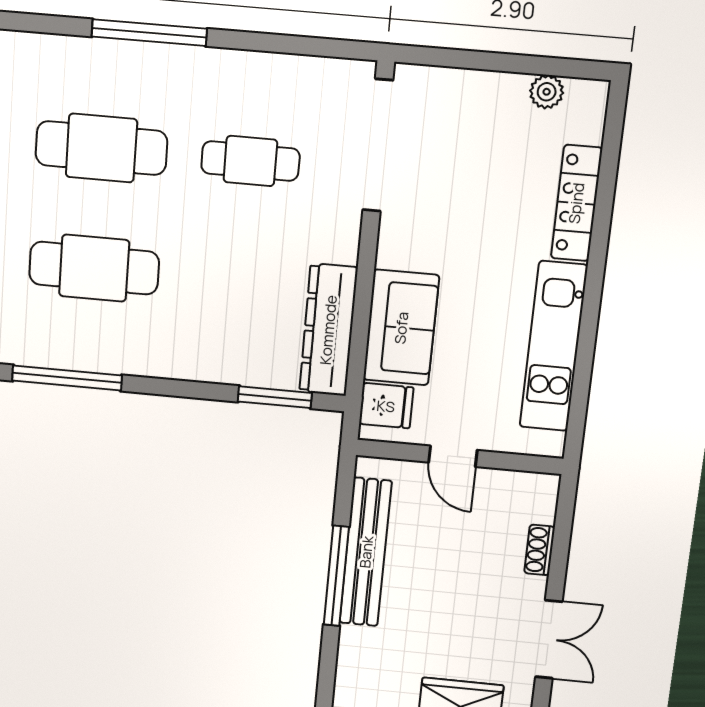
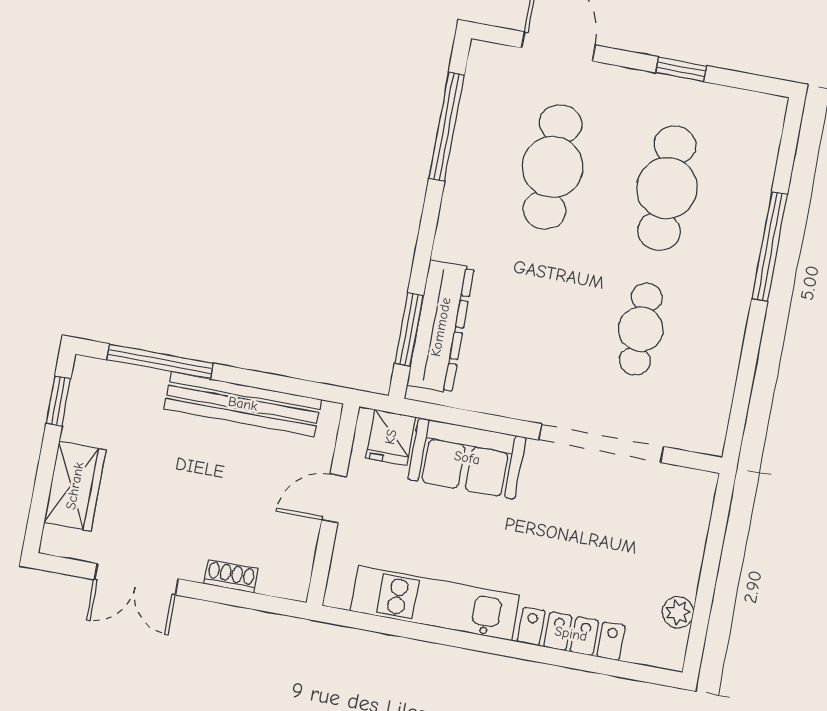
doorway: (378, 146) -> (601, 443), moved
dresser: (328, 330) -> (441, 327), moved, turned 90
window: (336, 576) -> (160, 361), moved

